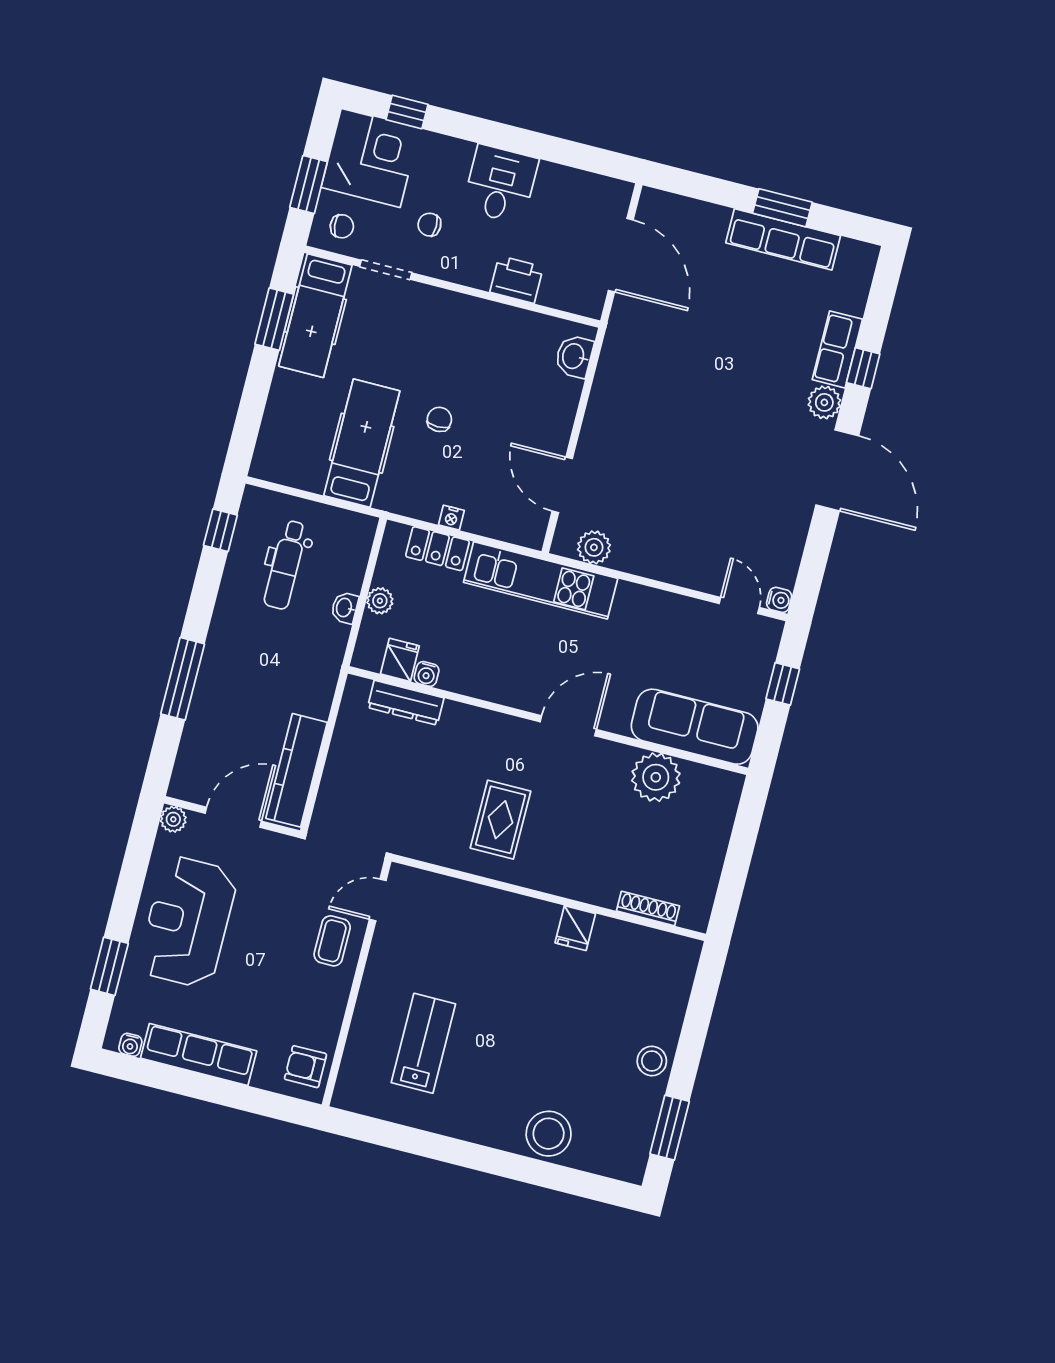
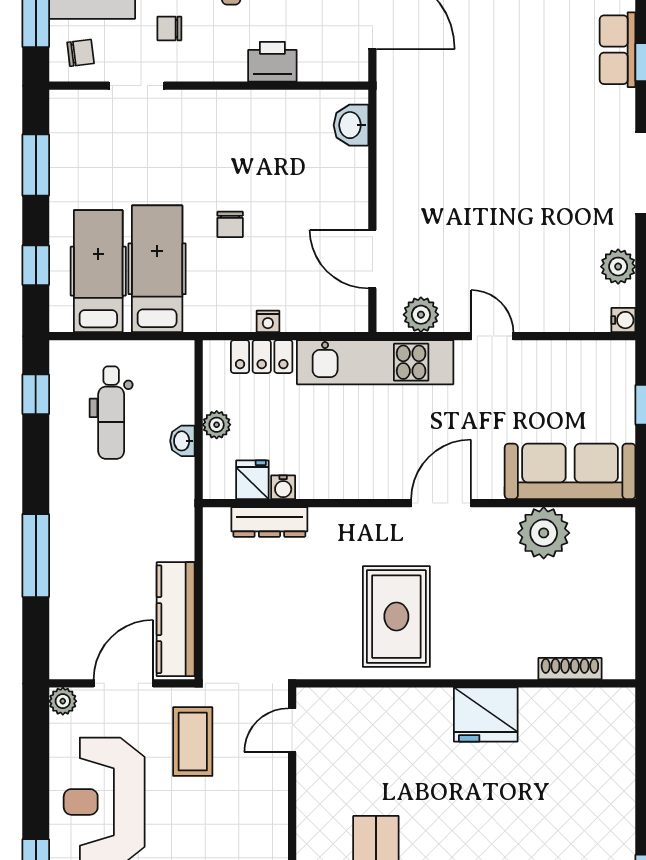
hospital bed: (315, 316) -> (98, 271), moved, turned 180
plant: (824, 402) -> (618, 267), moved
window: (251, 411) -> (36, 265), added
chair: (439, 419) -> (230, 224), turned 180
door: (739, 605) -> (492, 336), moved
rug: (500, 820) -> (396, 617), width x1.36, depth x1.43
fridge: (575, 928) -> (486, 715), width x1.88, depth x1.34
coffee table: (332, 941) -> (193, 742), moved, width x1.36, depth x1.30
stool: (652, 1061) -> (613, 823), removed

